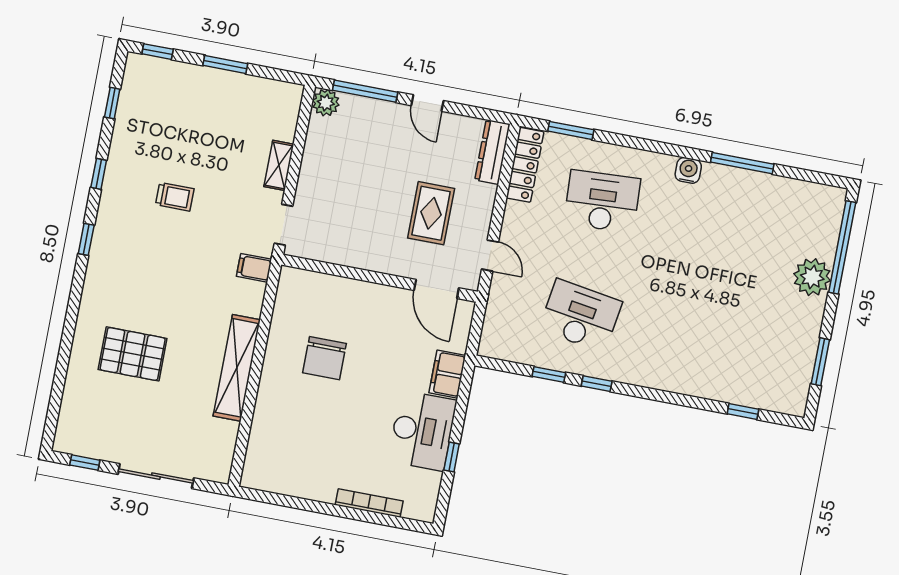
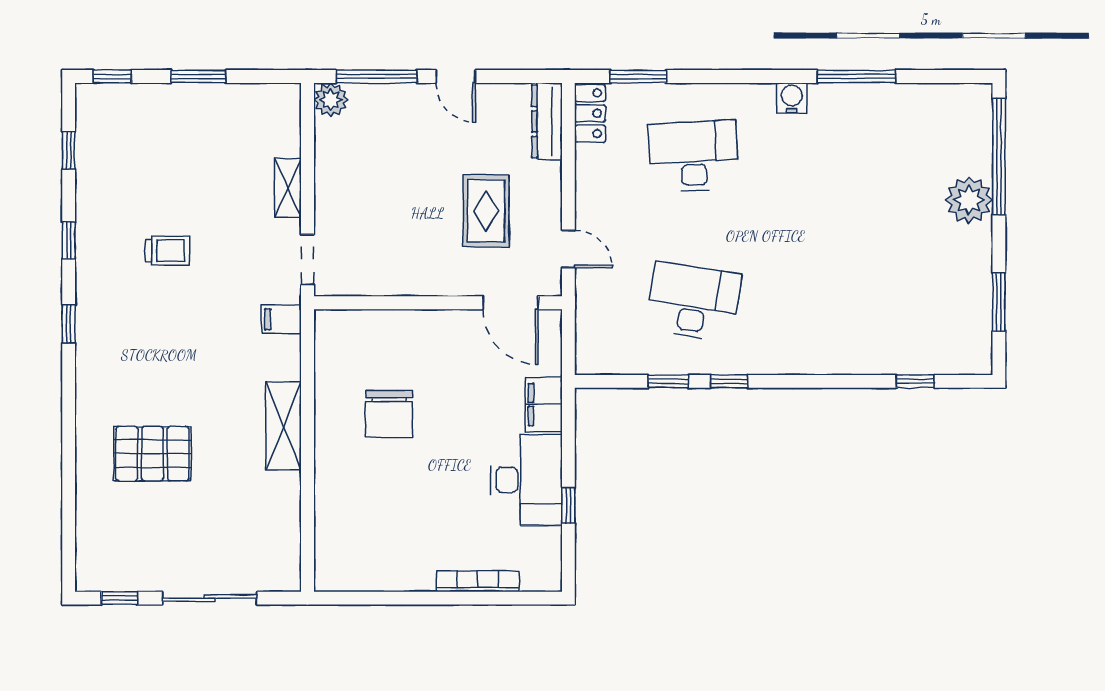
locker: (525, 165) -> (590, 113), width x0.66
shelving: (237, 368) -> (284, 426), width x0.68

